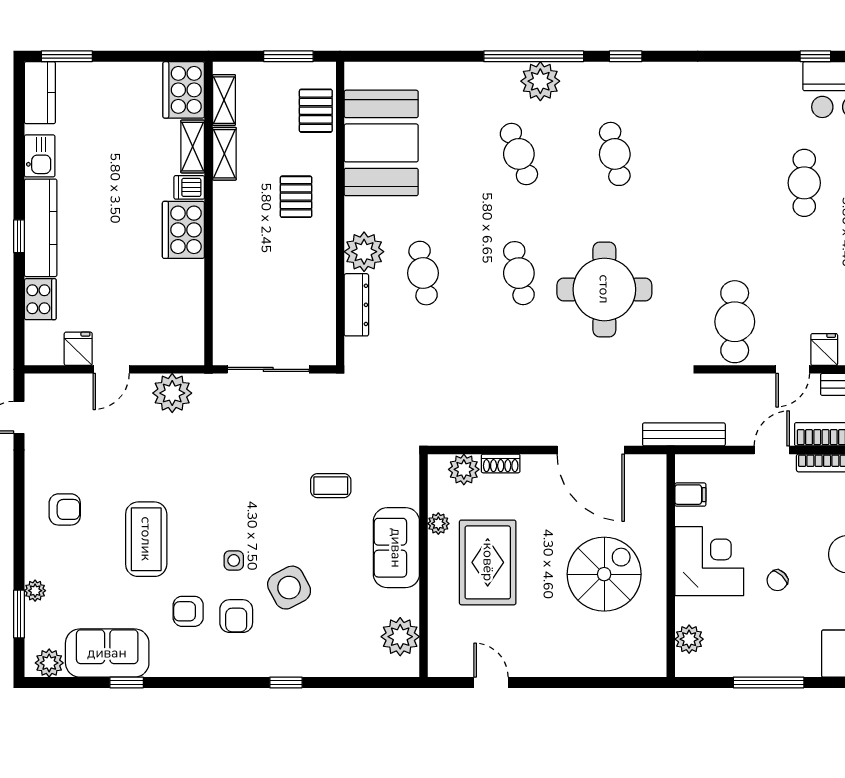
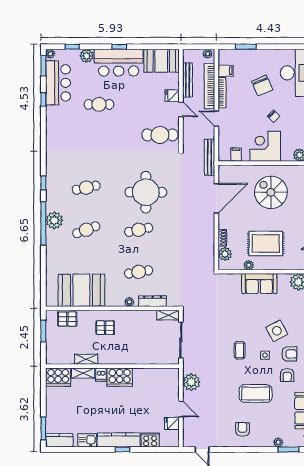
shelving: (224, 100) -> (168, 315), moved
plant: (364, 252) -> (129, 302), width x0.53, depth x0.53
coffee table: (331, 486) -> (240, 350), moved

